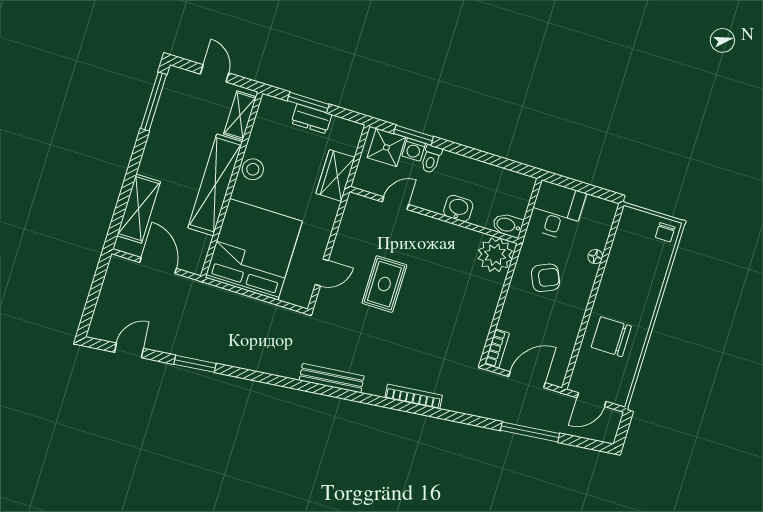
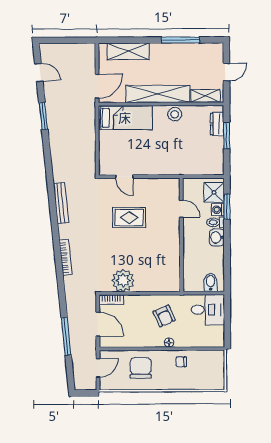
window: (154, 102) -> (181, 40), moved
dresser: (311, 119) -> (217, 124), moved
wardrobe: (335, 175) -> (187, 166), removed
washbasin: (458, 208) -> (217, 237), moved, turned 180
bidet: (508, 225) -> (211, 282), moved
chair: (665, 232) -> (181, 362), moved
bed: (254, 249) -> (125, 118), width x0.49
plant: (495, 255) -> (123, 281), moved
floor lamp: (595, 257) -> (169, 343), moved
door: (158, 265) -> (97, 86), moved
door: (592, 400) -> (98, 368), swing flipped

